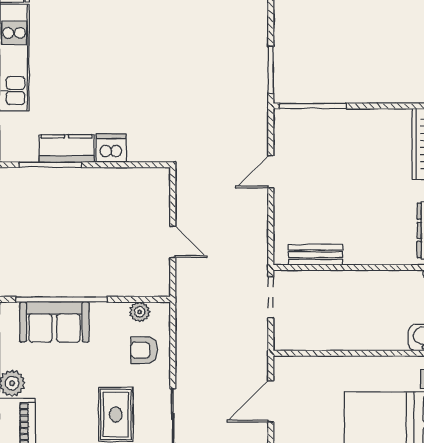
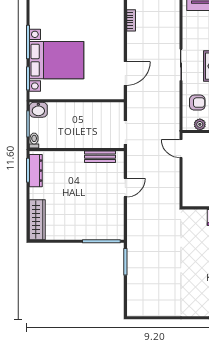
door: (271, 172) -> (125, 188), moved
door: (173, 242) -> (181, 149), moved

